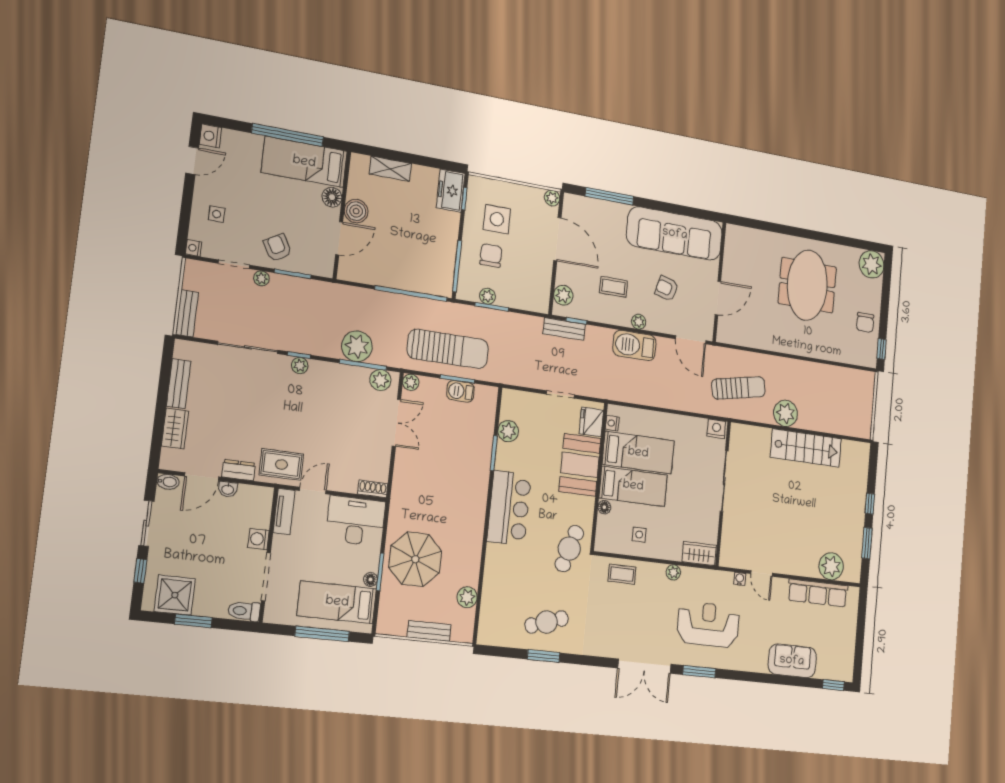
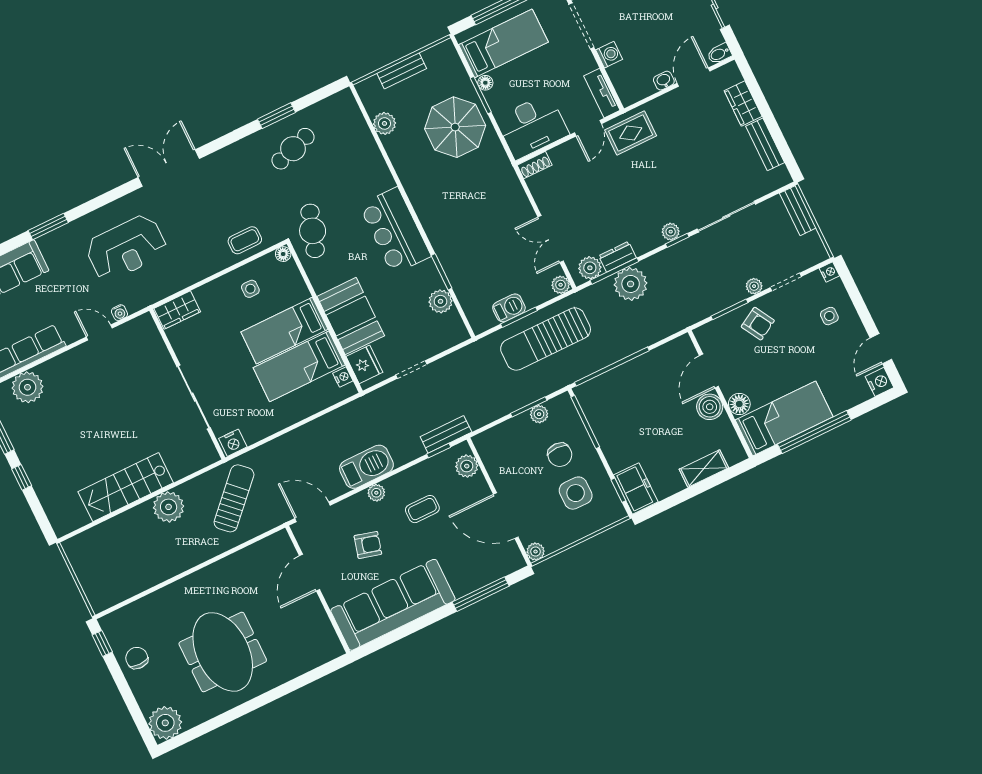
sun lounger: (738, 388) -> (234, 498), turned 145
dresser: (239, 470) -> (617, 257), moved, turned 180
floor lamp: (604, 507) -> (283, 254), moved
plant: (673, 572) -> (193, 275), removed
window: (699, 672) -> (48, 226), moved

